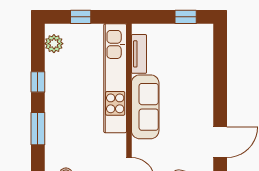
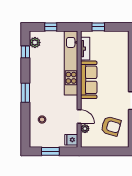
window: (186, 17) -> (98, 27), moved
window: (38, 82) -> (25, 52), moved

